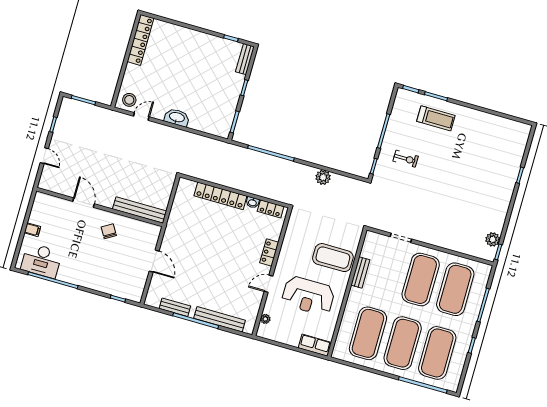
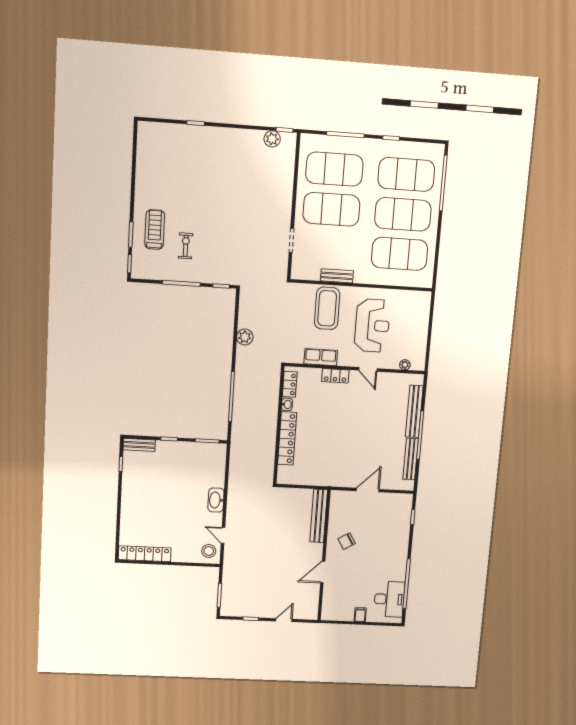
exercise bike: (406, 159) -> (186, 246), moved
bench: (175, 307) -> (411, 459), width x1.36
row of seats: (315, 345) -> (321, 357), moved, turned 90

